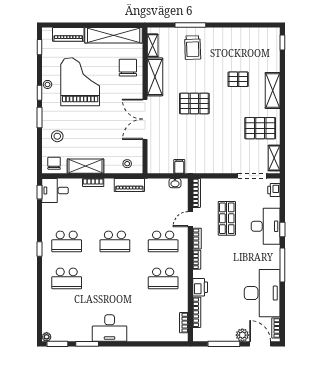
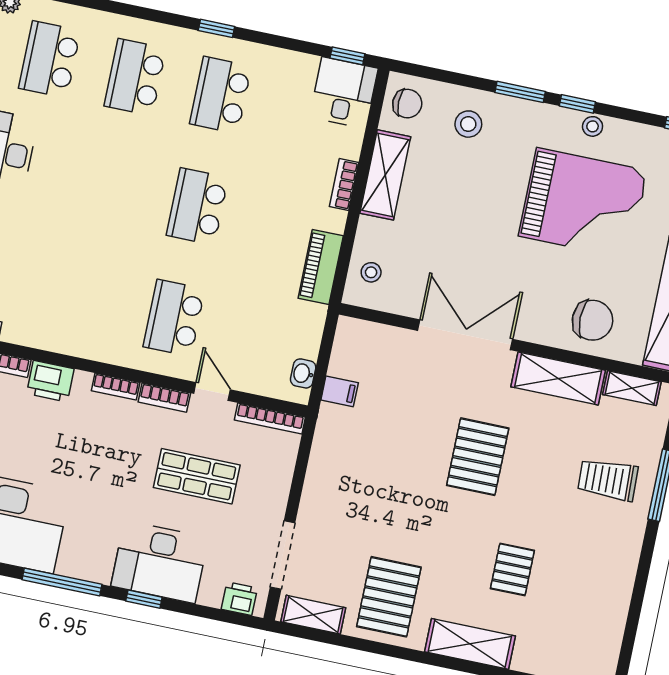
school desk: (163, 278) -> (50, 59), moved

